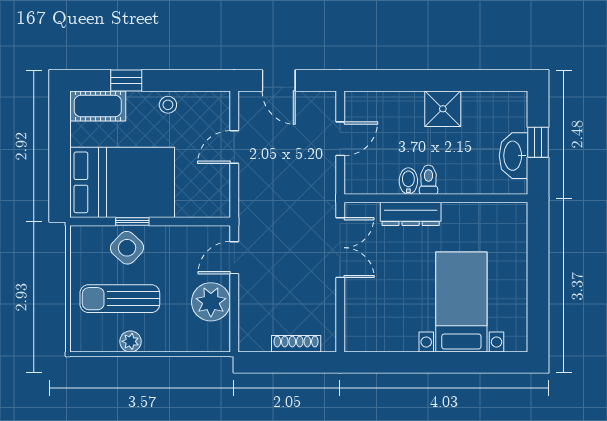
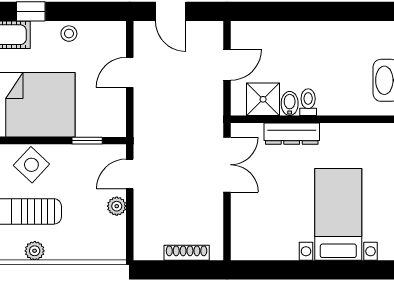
shower: (443, 109) -> (263, 99), moved
window: (132, 221) -> (87, 141), moved
plant: (211, 302) -> (117, 206), width x0.53, depth x0.53

